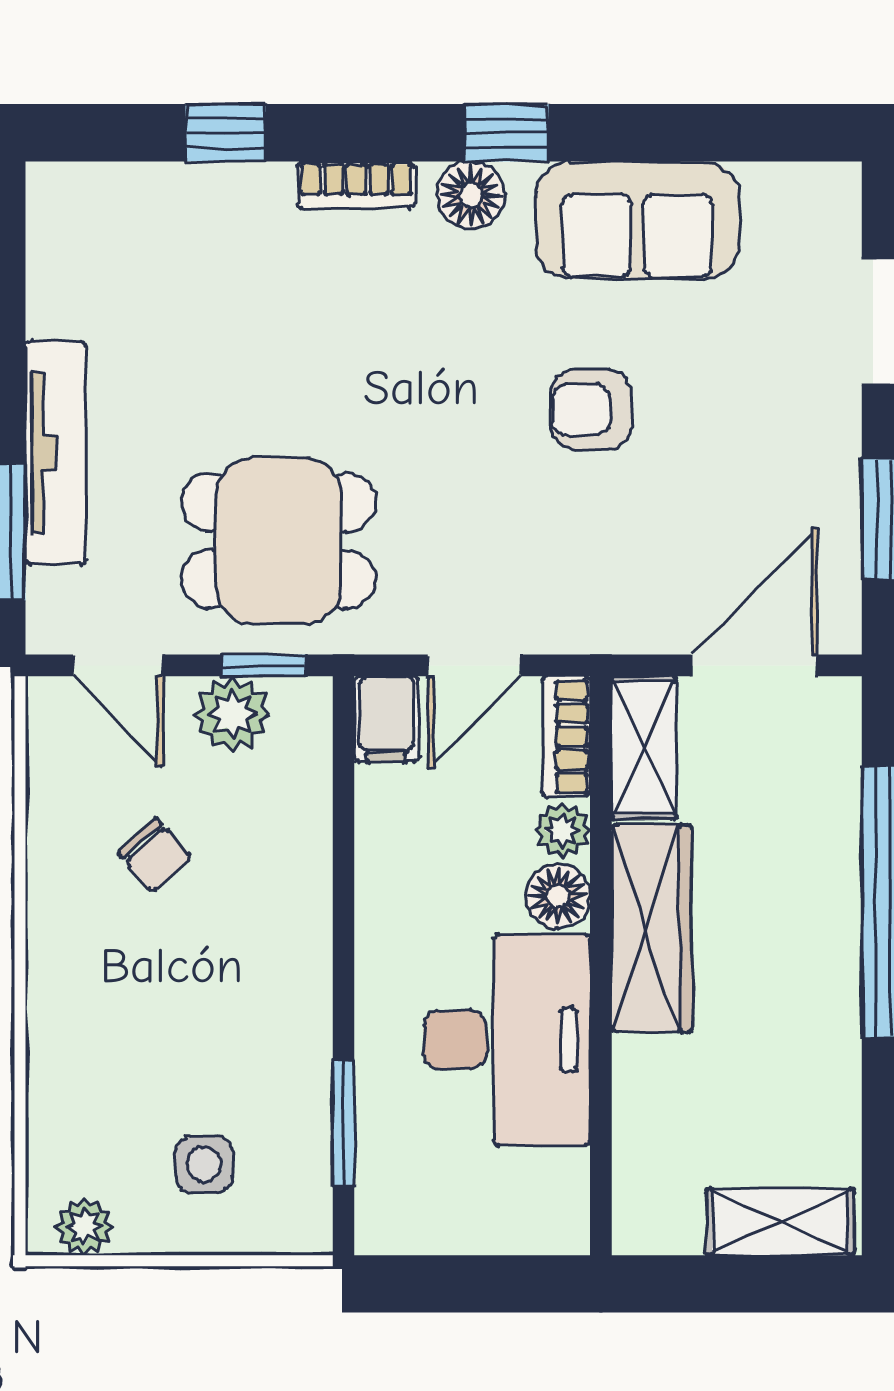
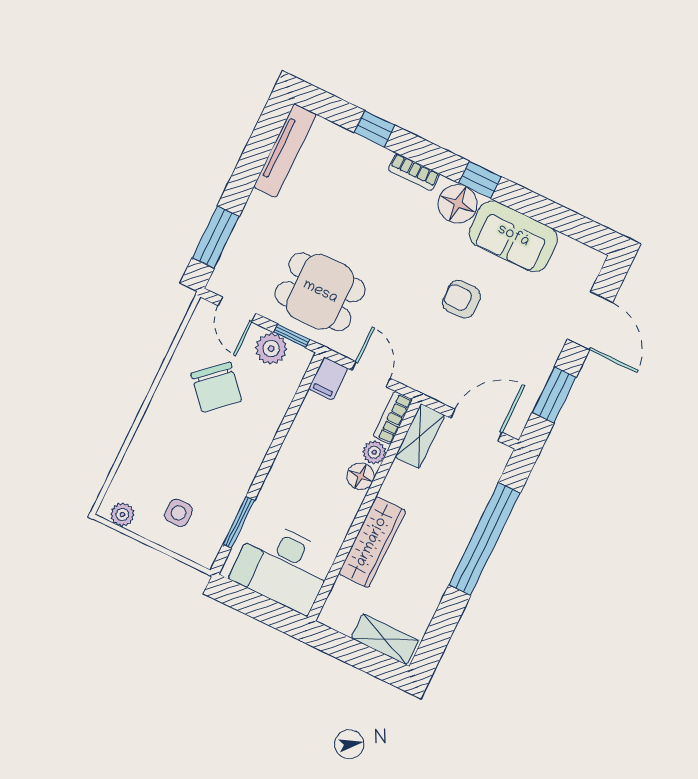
floor lamp: (471, 195) -> (458, 204), width x1.38, depth x1.38
tv unit: (56, 453) -> (285, 151), moved
door: (474, 665) -> (371, 374), swing flipped
chair: (155, 855) -> (216, 387), width x1.87, depth x1.87
wardrobe: (652, 929) -> (372, 542), moved
desk: (507, 1040) -> (283, 567), moved, turned 90

